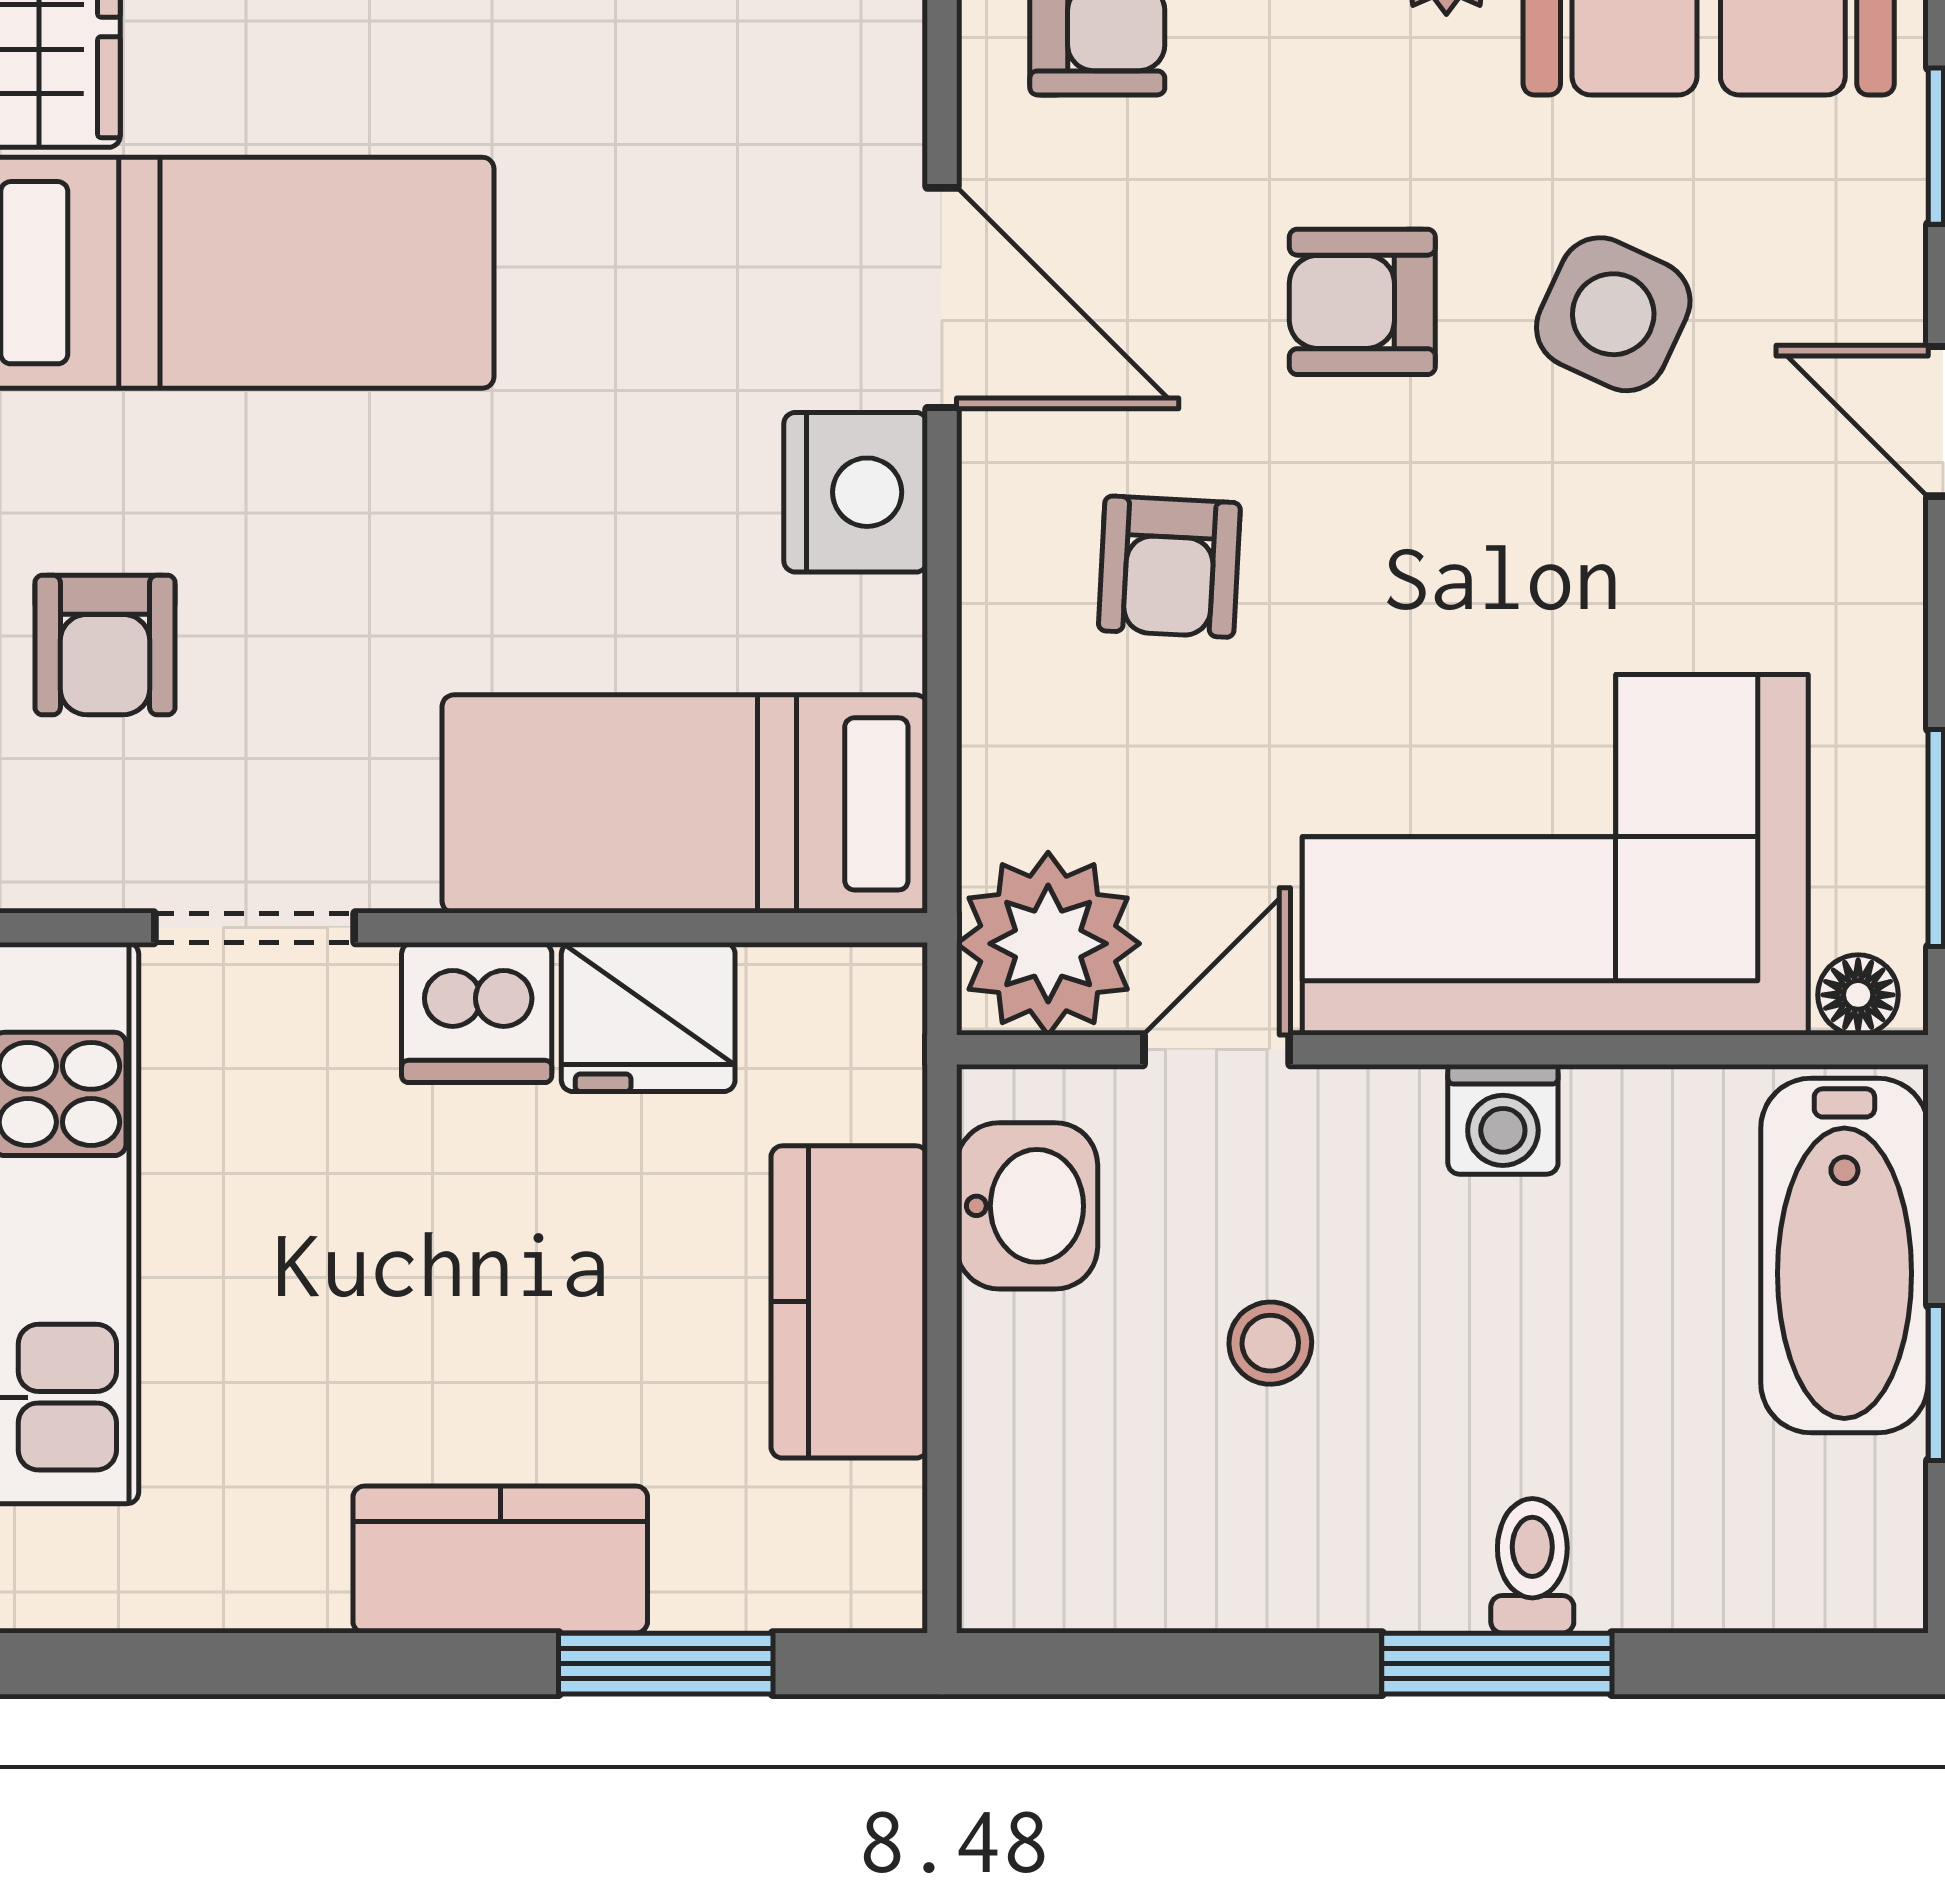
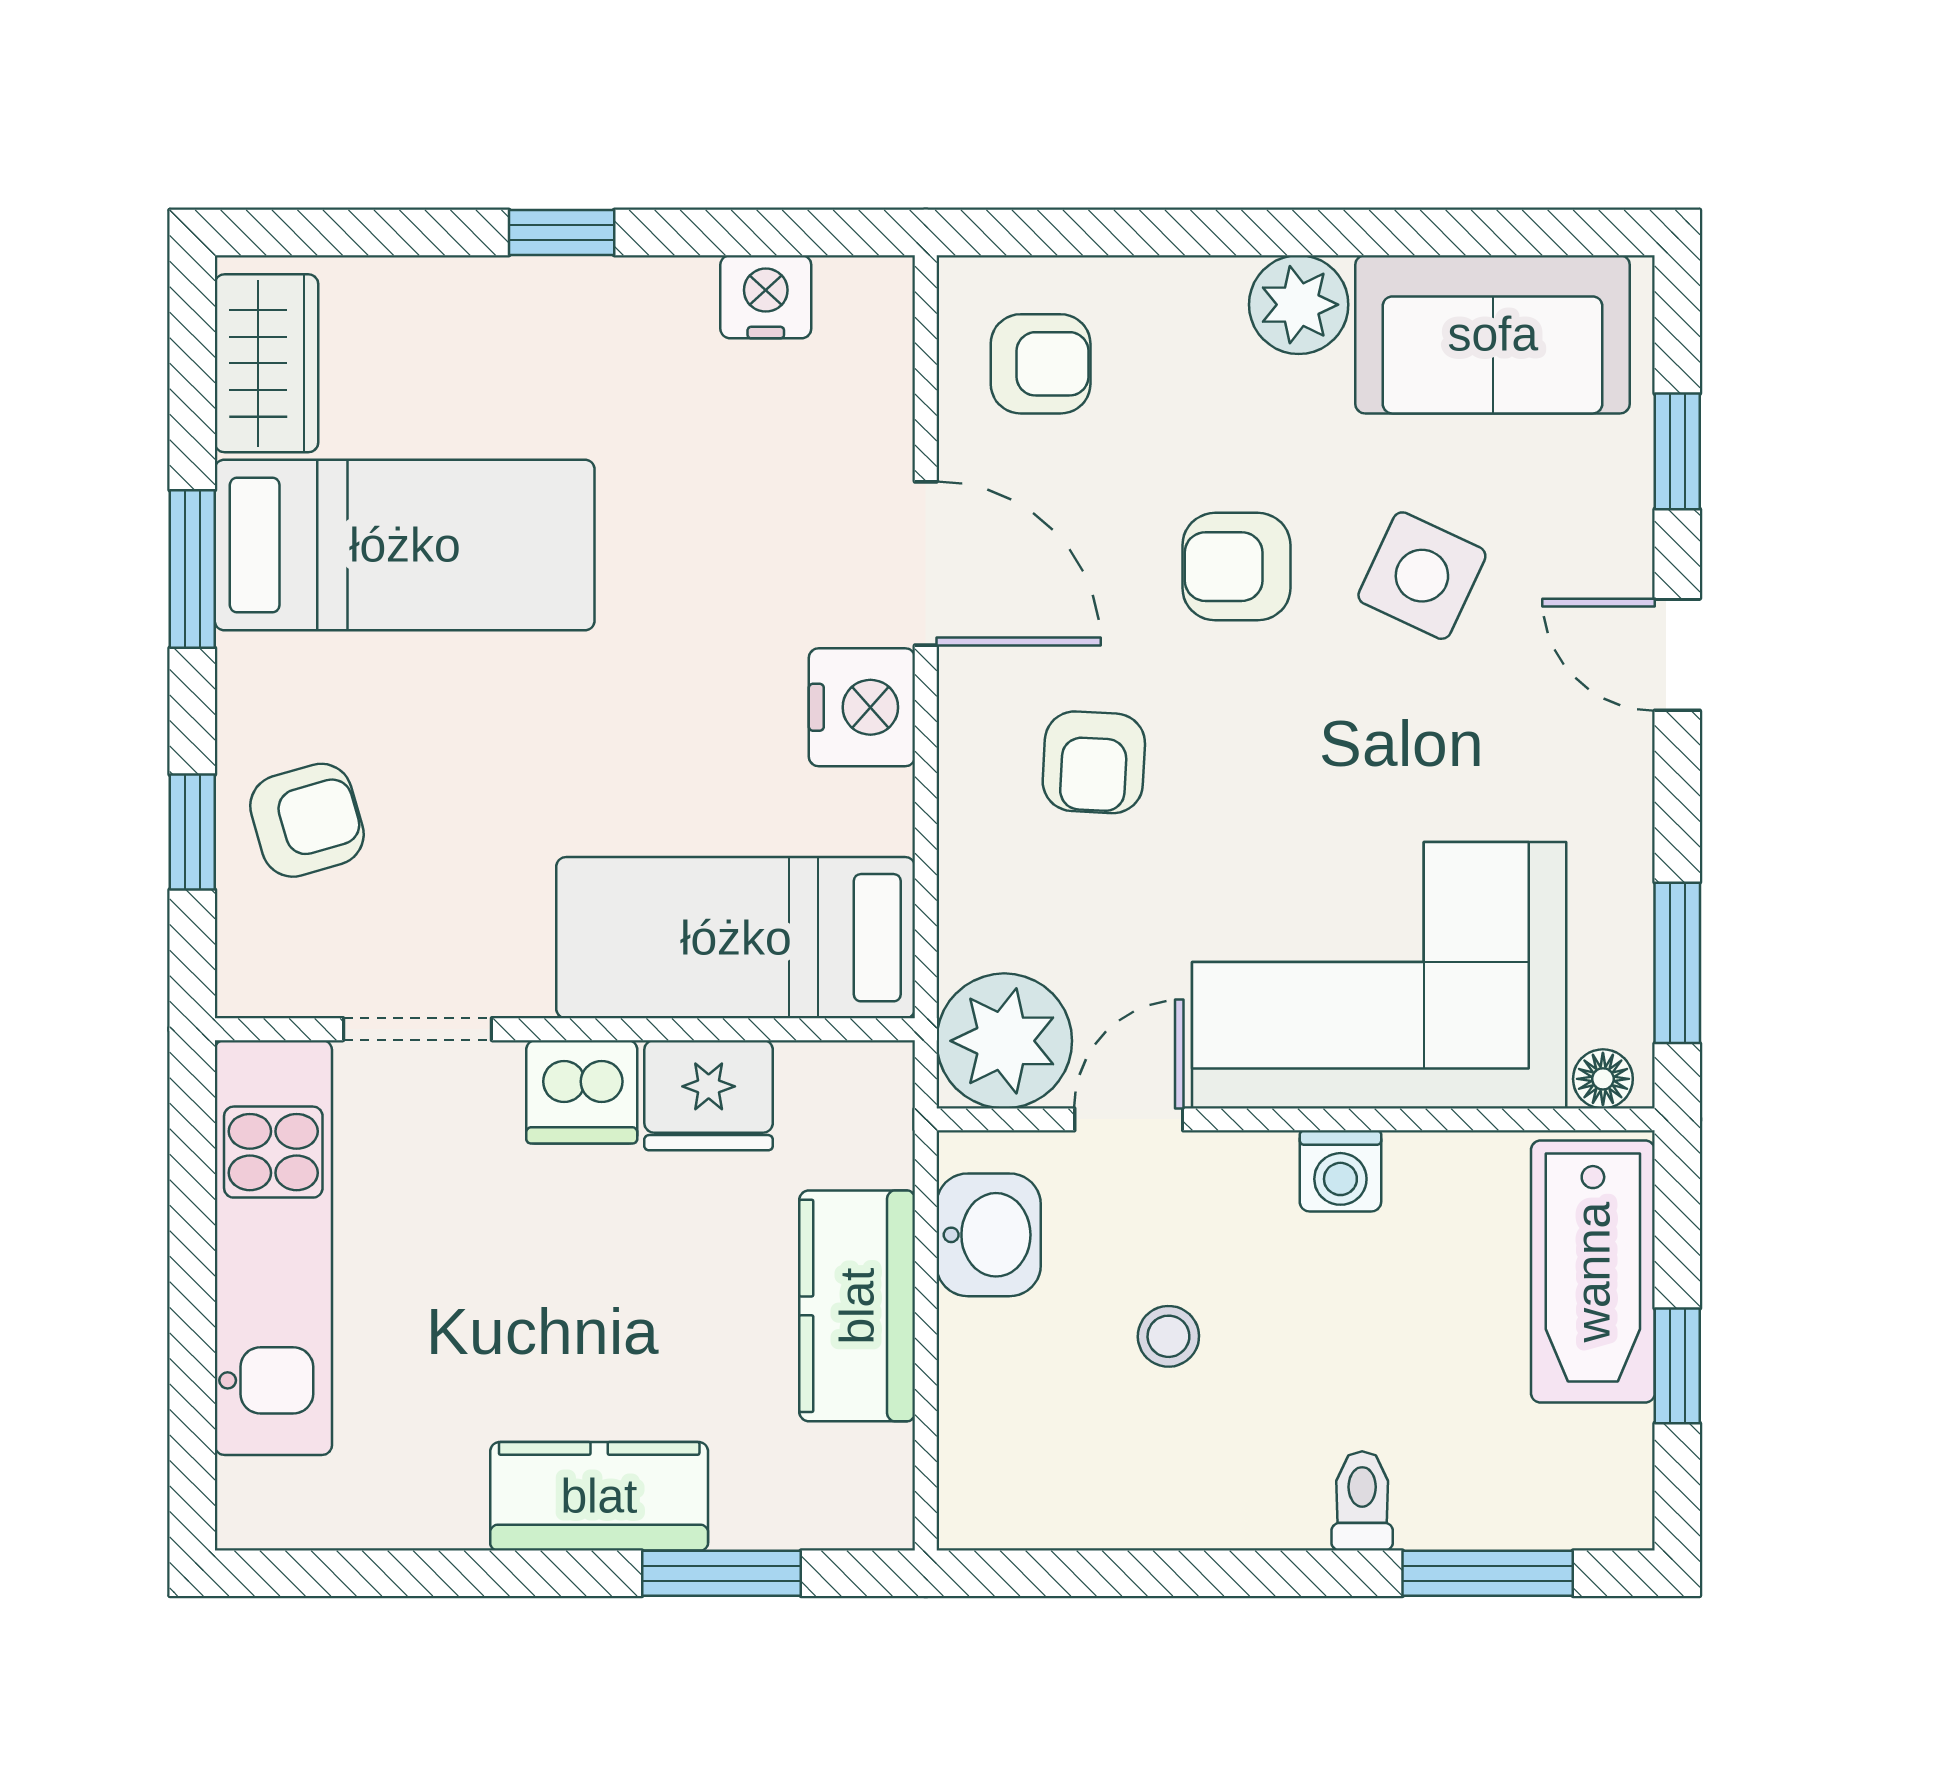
armchair: (105, 645) -> (307, 820), turned -106
window: (1497, 1664) -> (1488, 1573), moved

